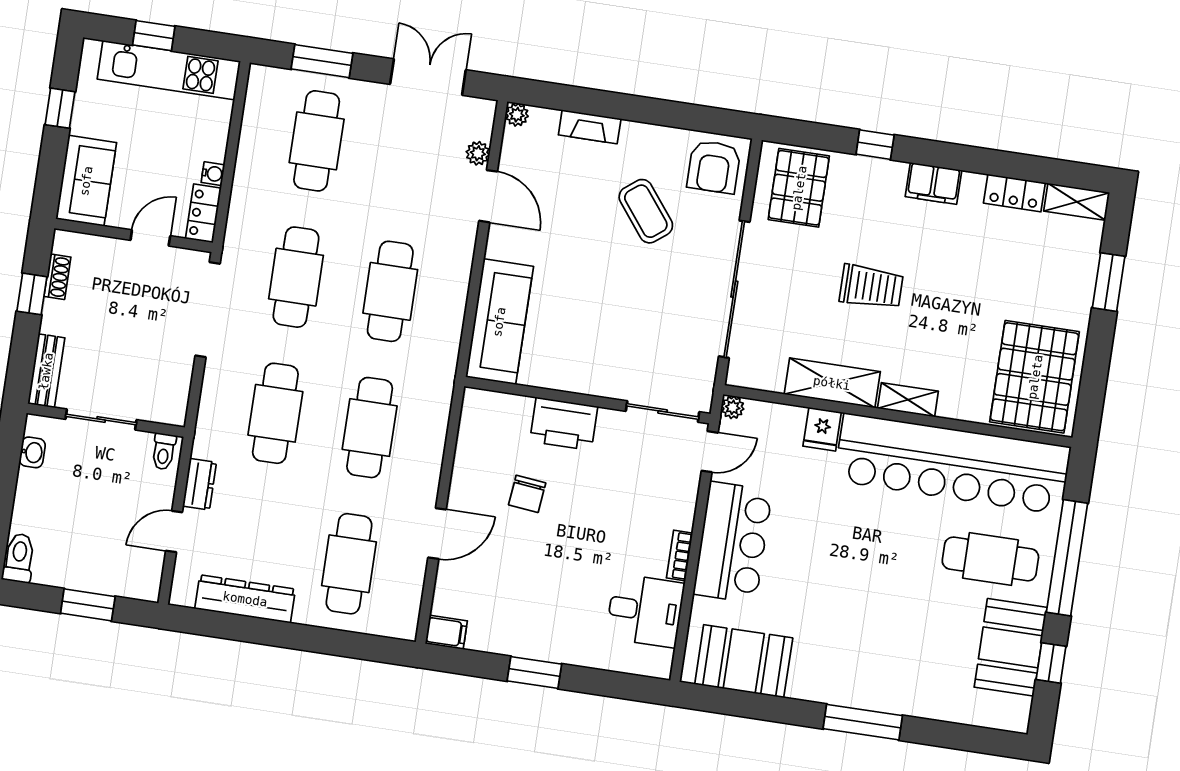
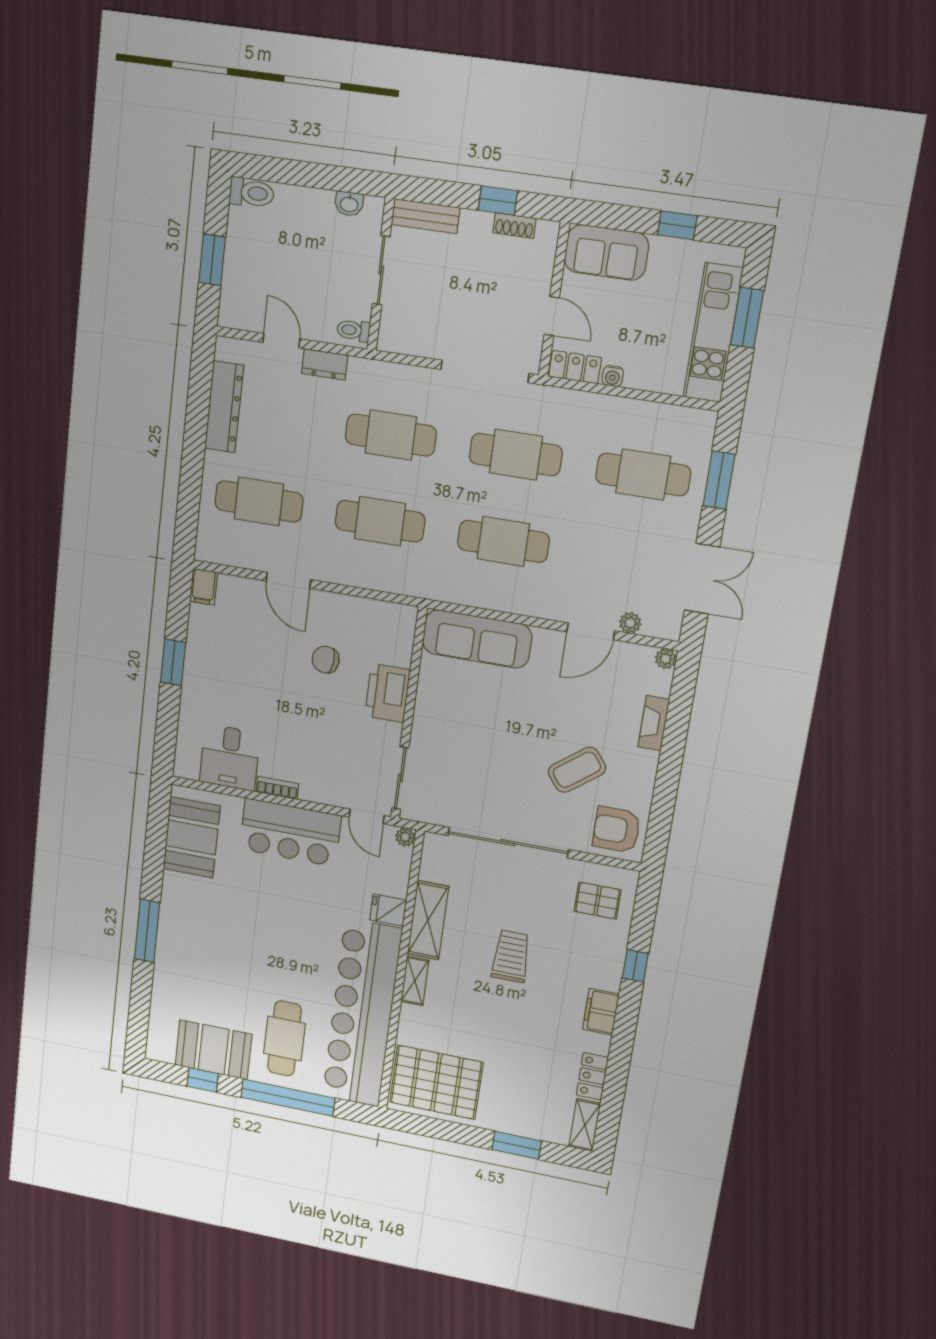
window: (154, 36) -> (747, 318), width x1.50
pallet: (799, 188) -> (598, 901), width x0.67, depth x0.71
trolley: (871, 287) -> (511, 956), turned 180

